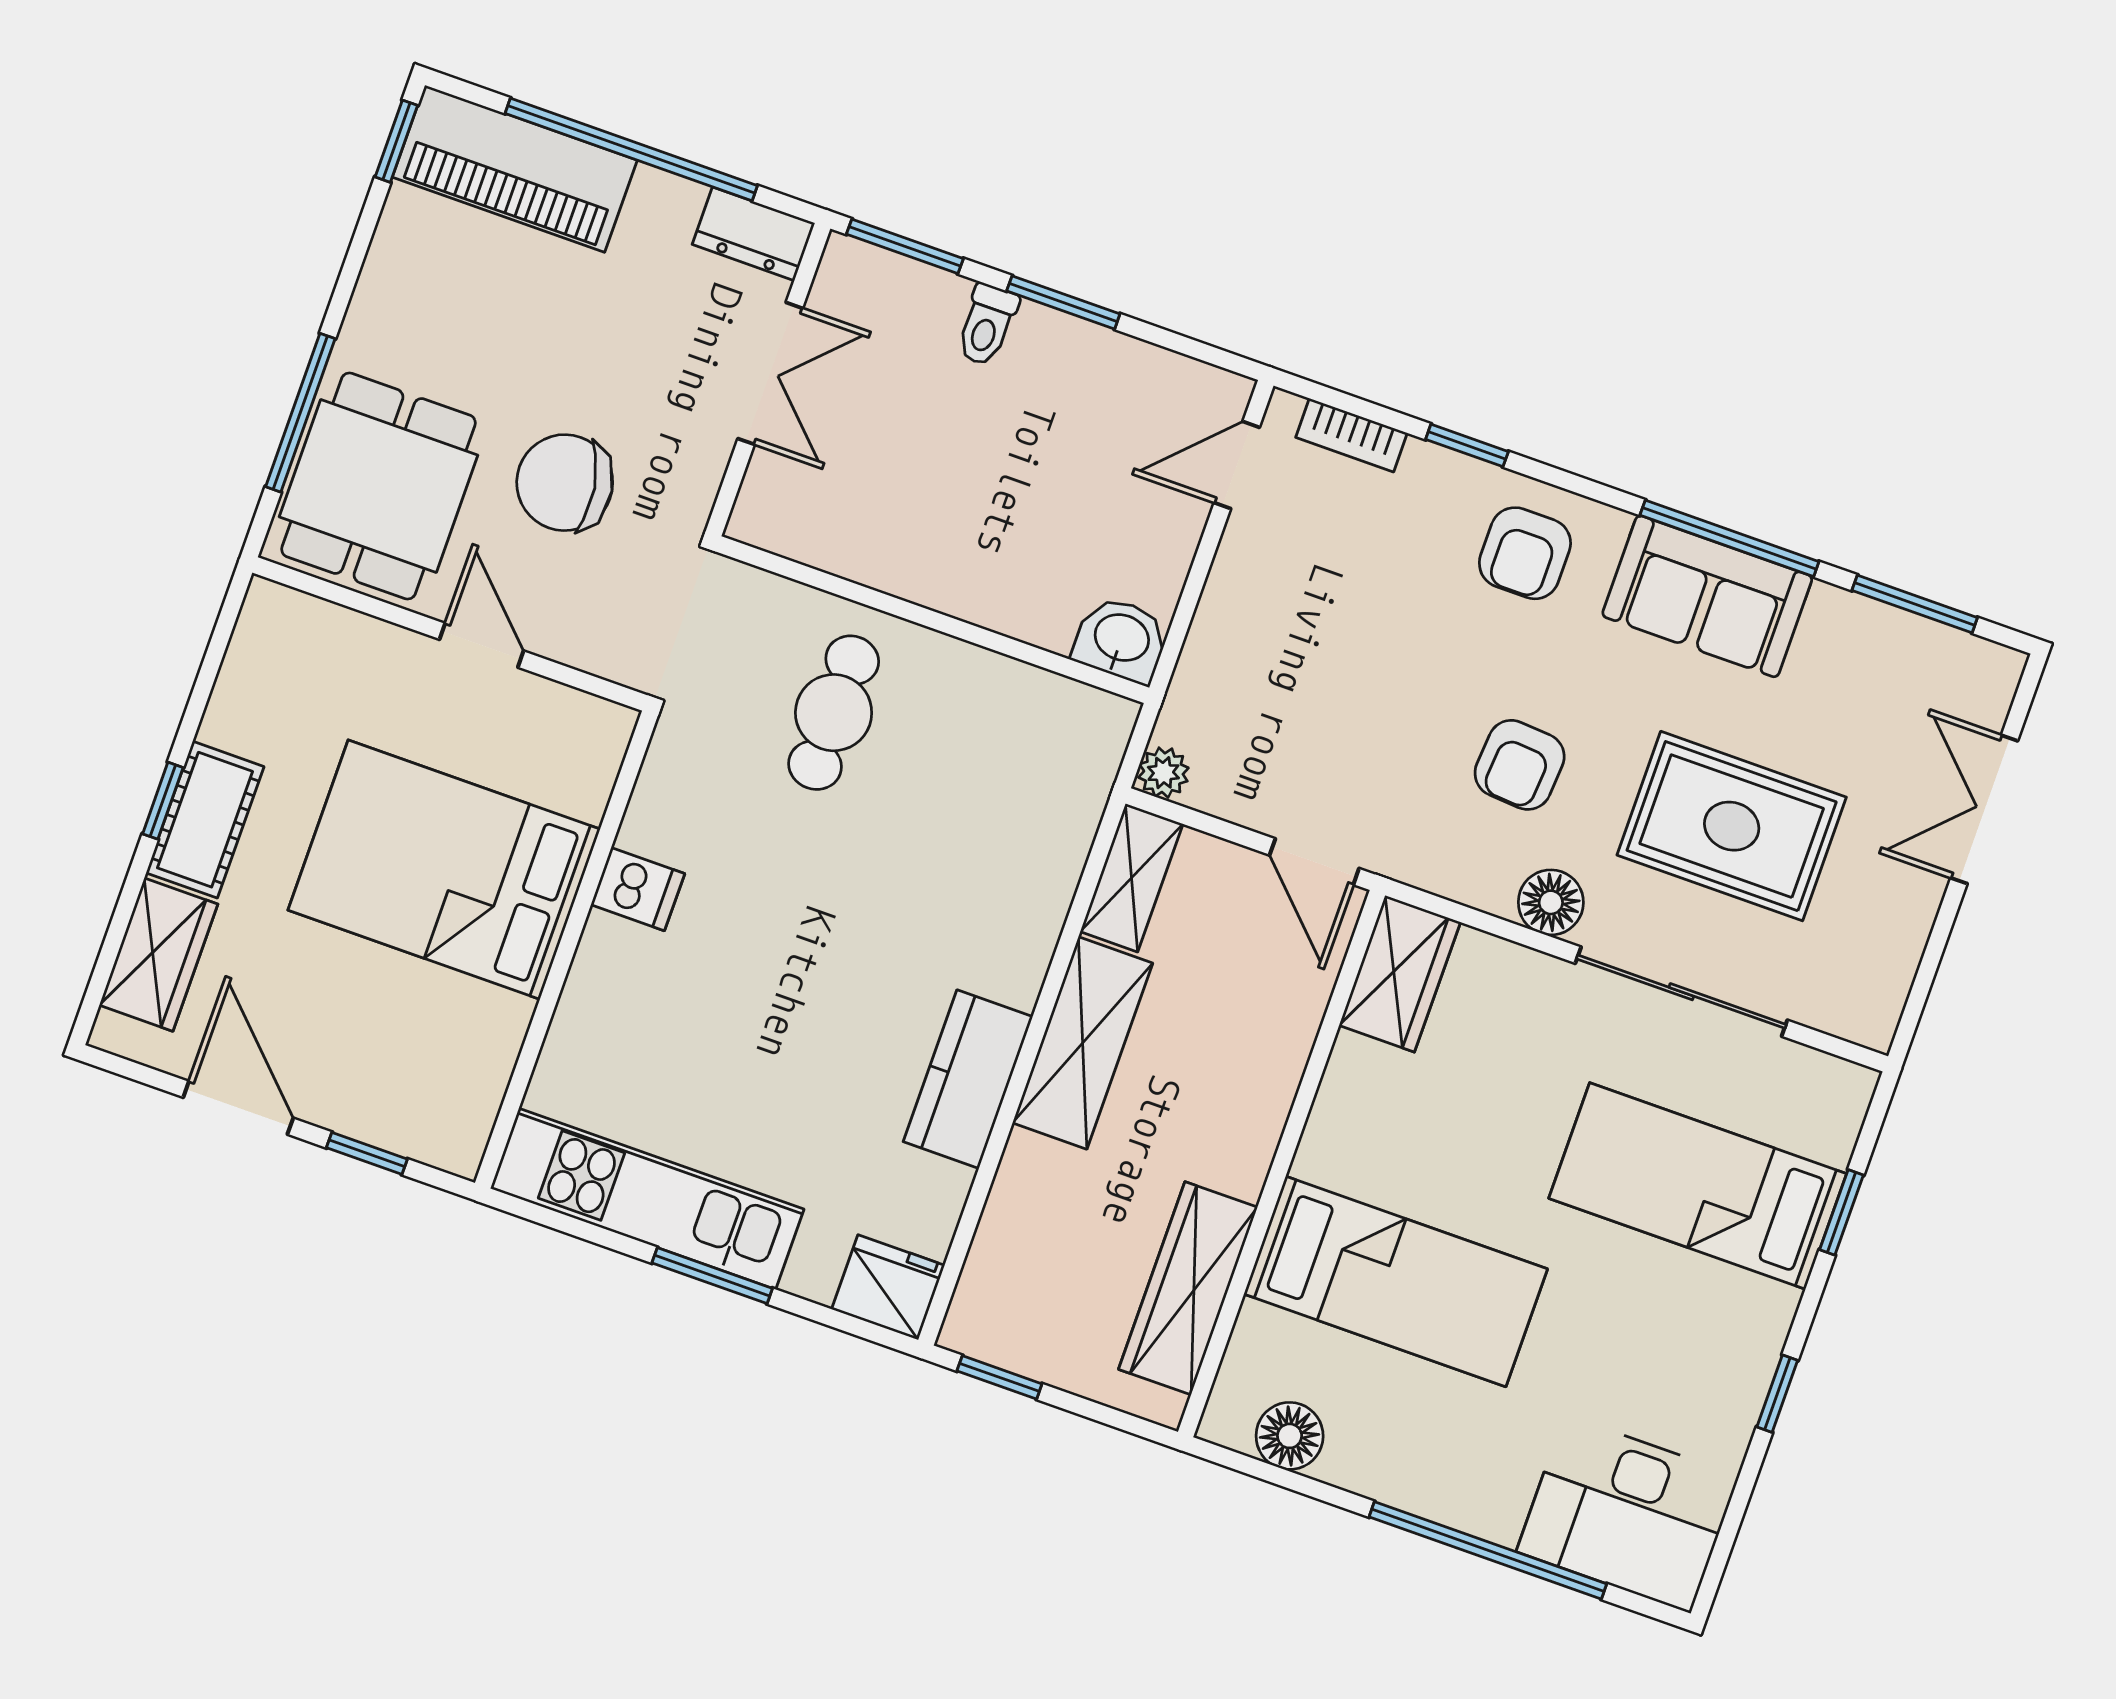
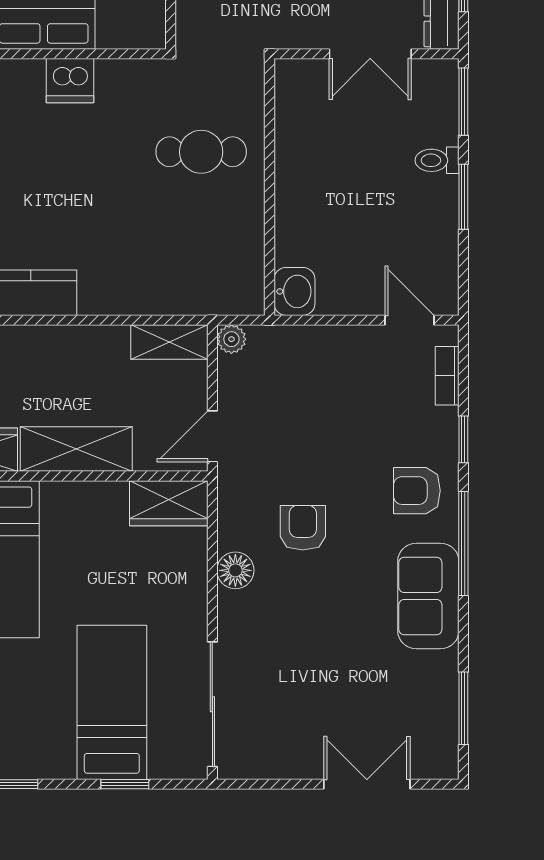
window: (1729, 538) -> (463, 544), moved
armchair: (1520, 765) -> (303, 528), turned 86
rug: (1732, 826) -> (310, 652), removed
dishwasher: (638, 889) -> (70, 81), width x1.38
sliding door: (1681, 992) -> (212, 704), moved
shelving: (1083, 1043) -> (76, 449), moved

